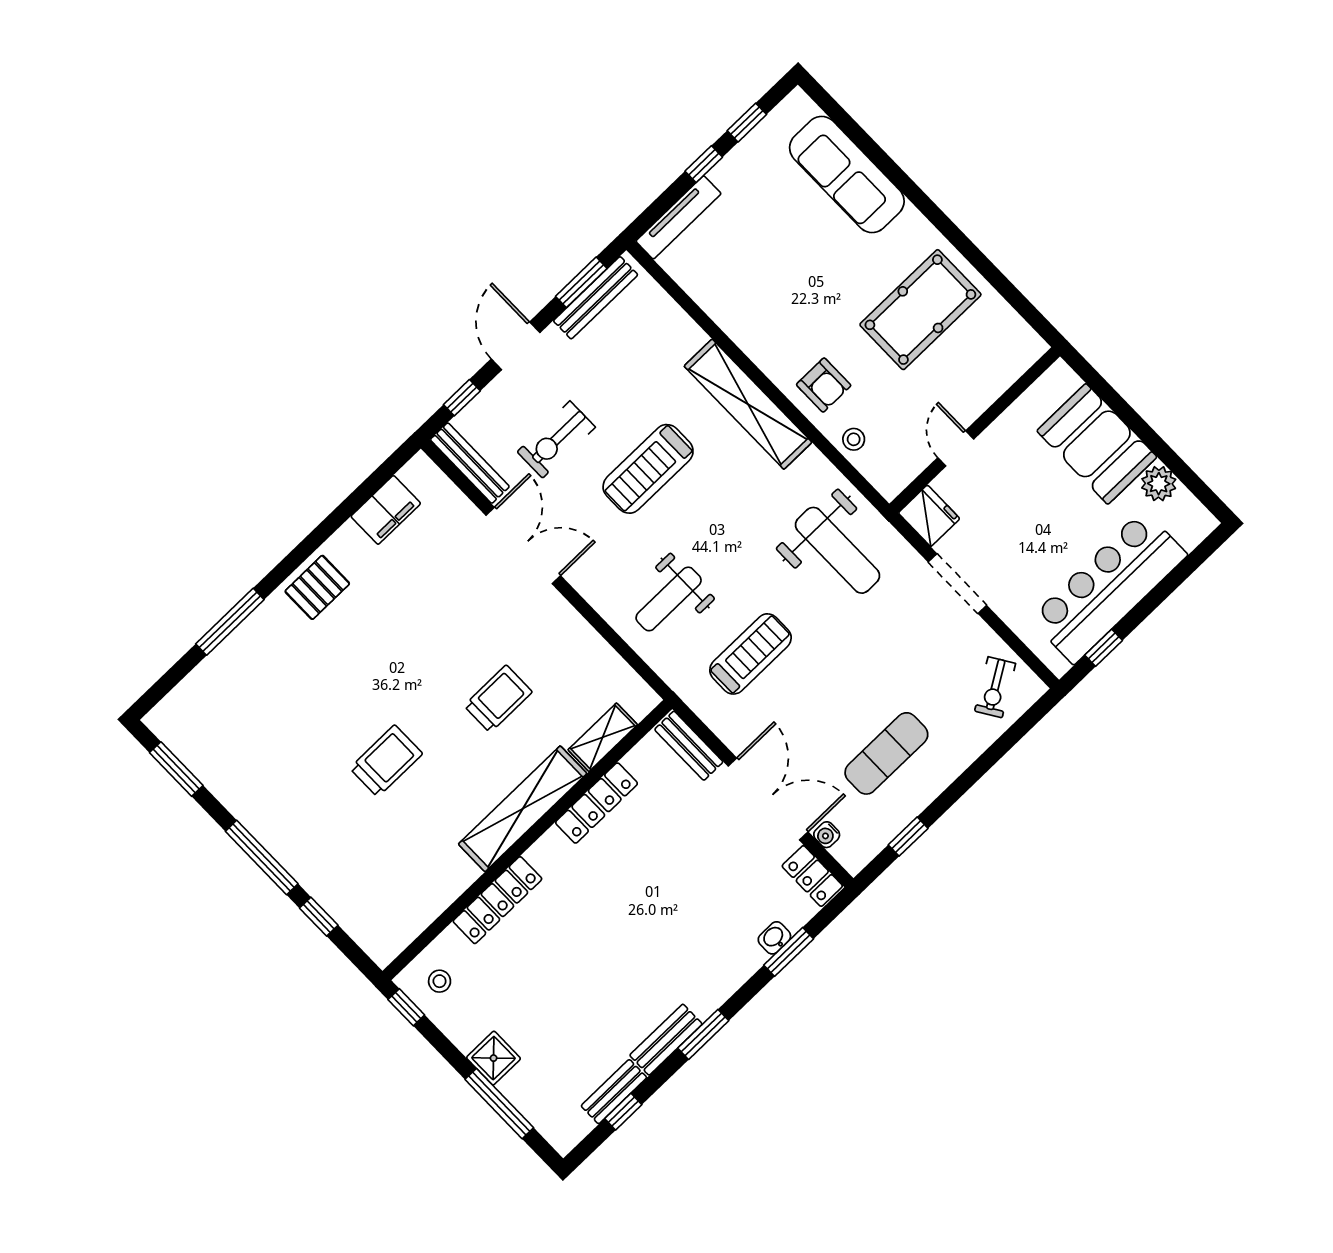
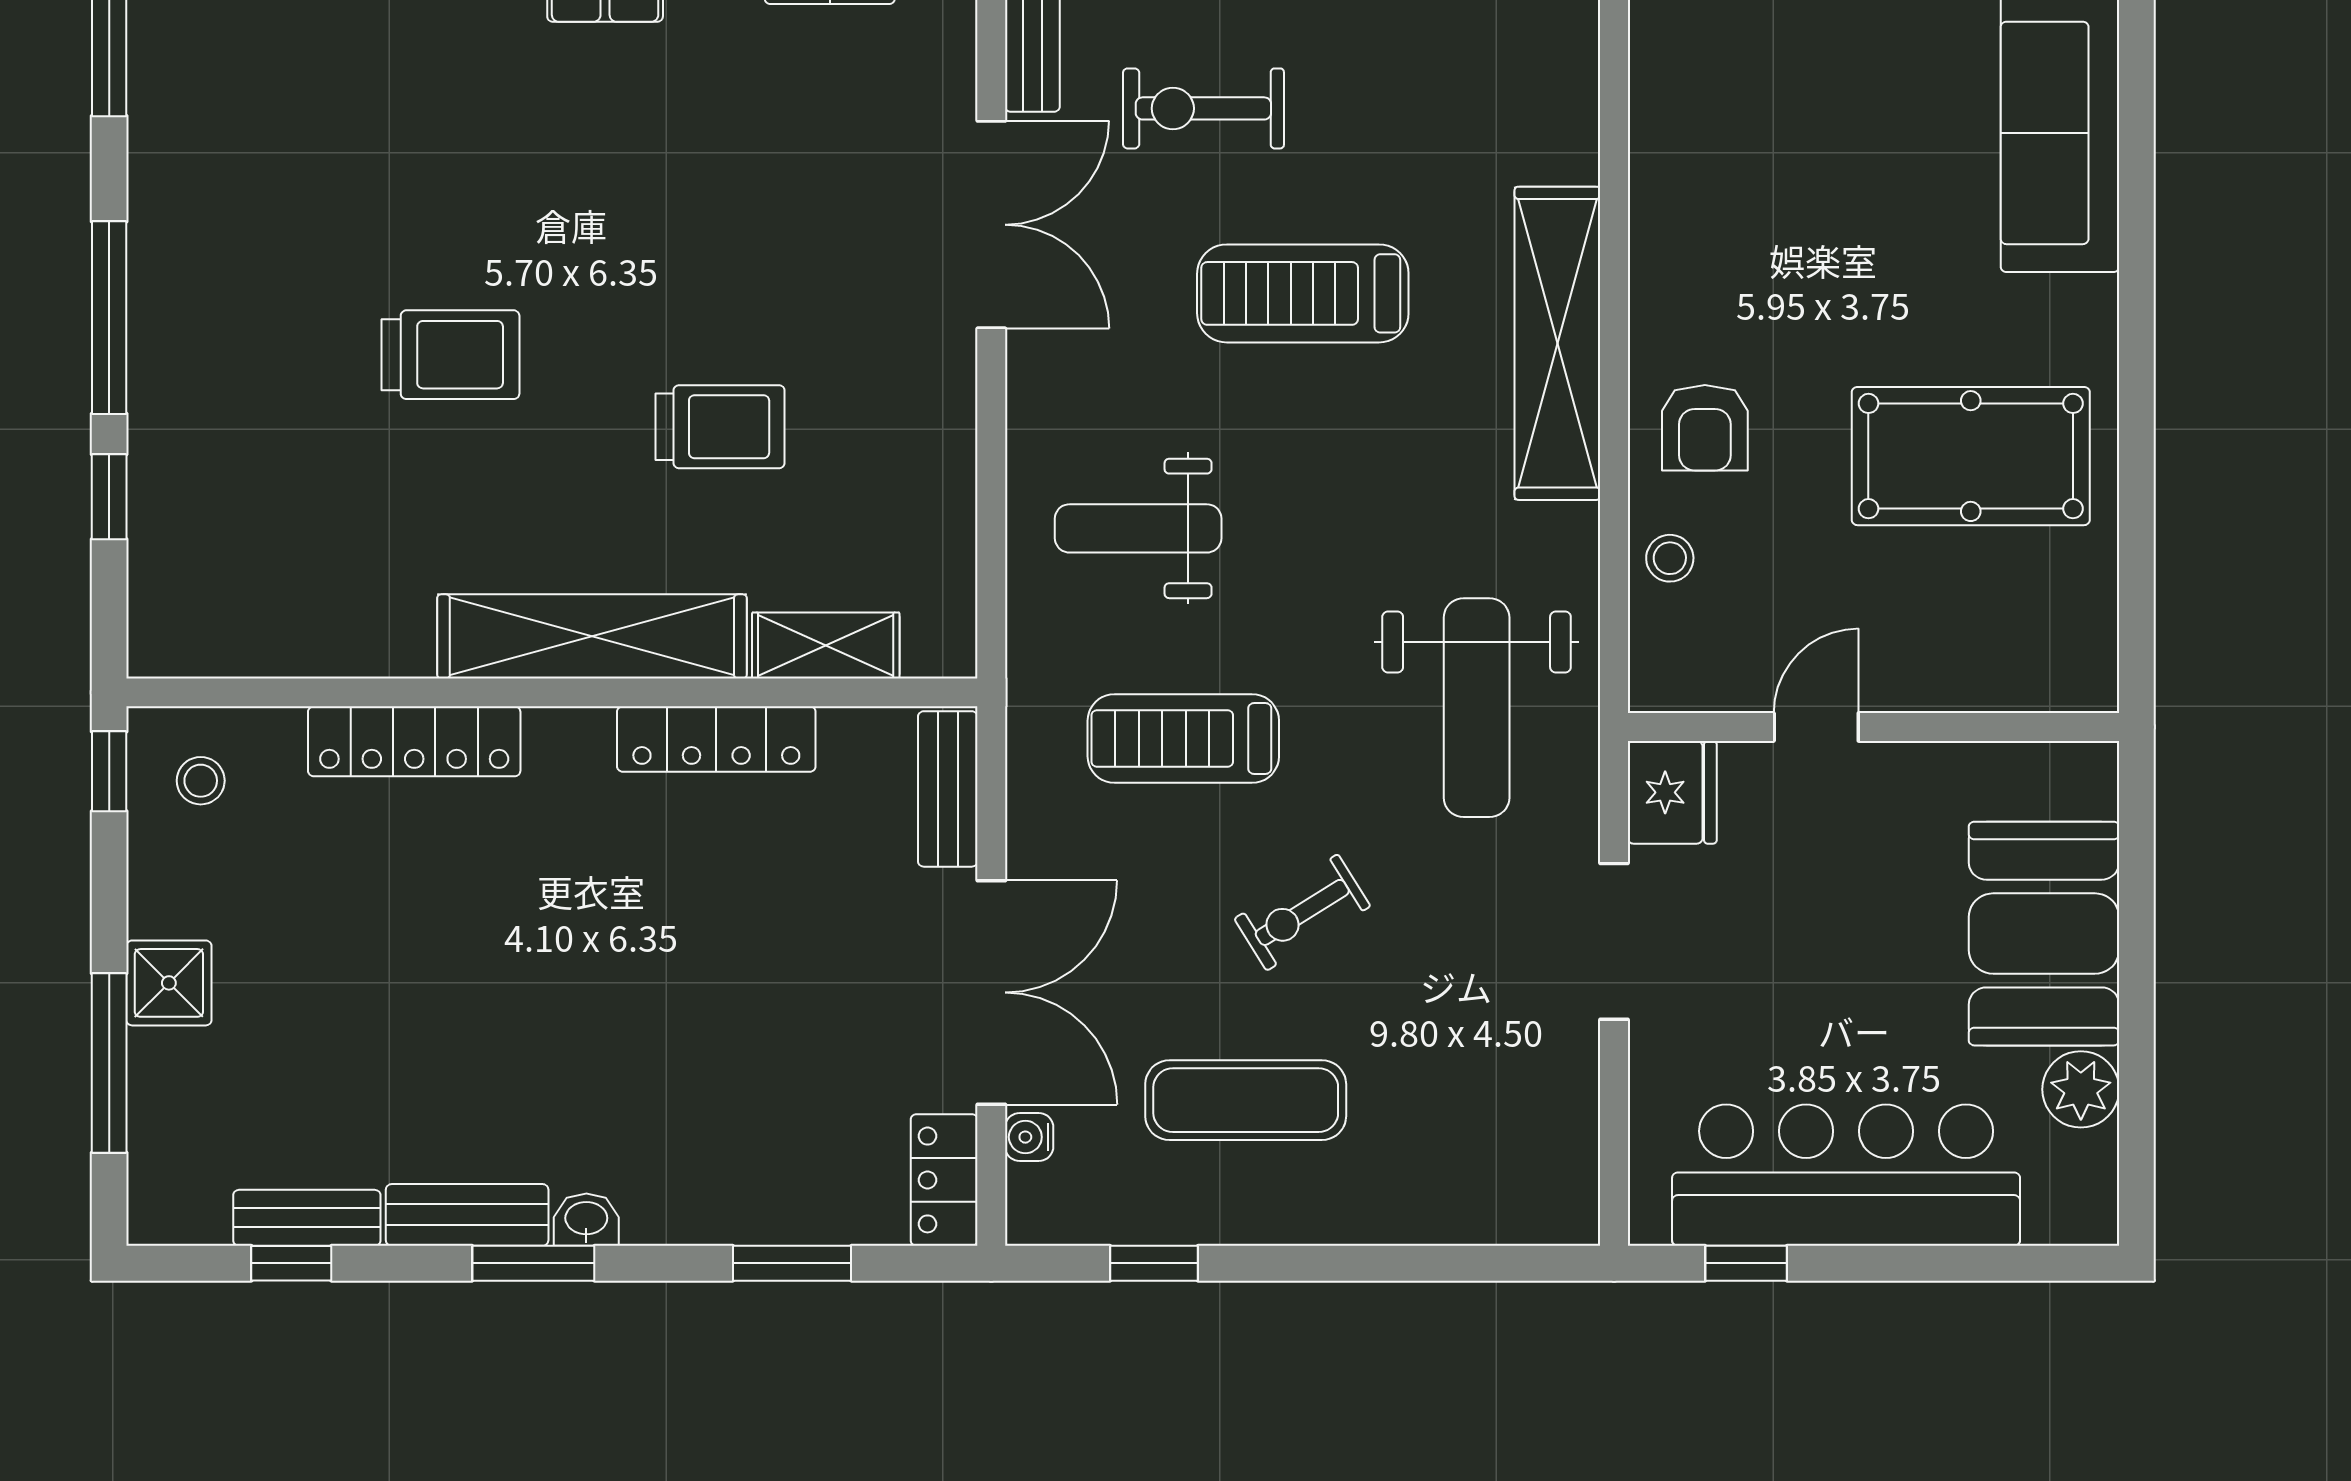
treadmill: (750, 654) -> (1183, 739), turned 180
exercise bike: (995, 687) -> (1302, 912), moved
washbasin: (774, 938) -> (586, 1220), moved

